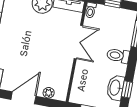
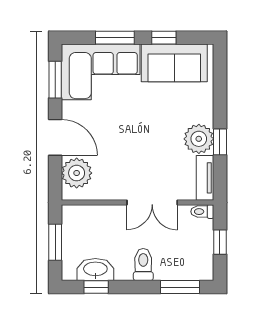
plant: (49, 93) -> (77, 173), width x1.87, depth x1.87

